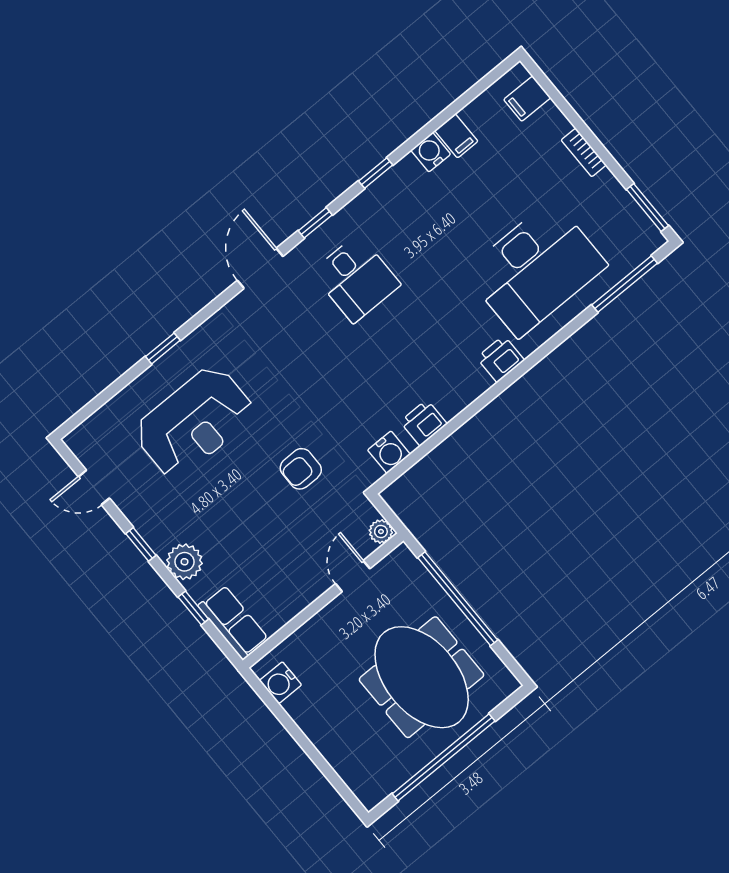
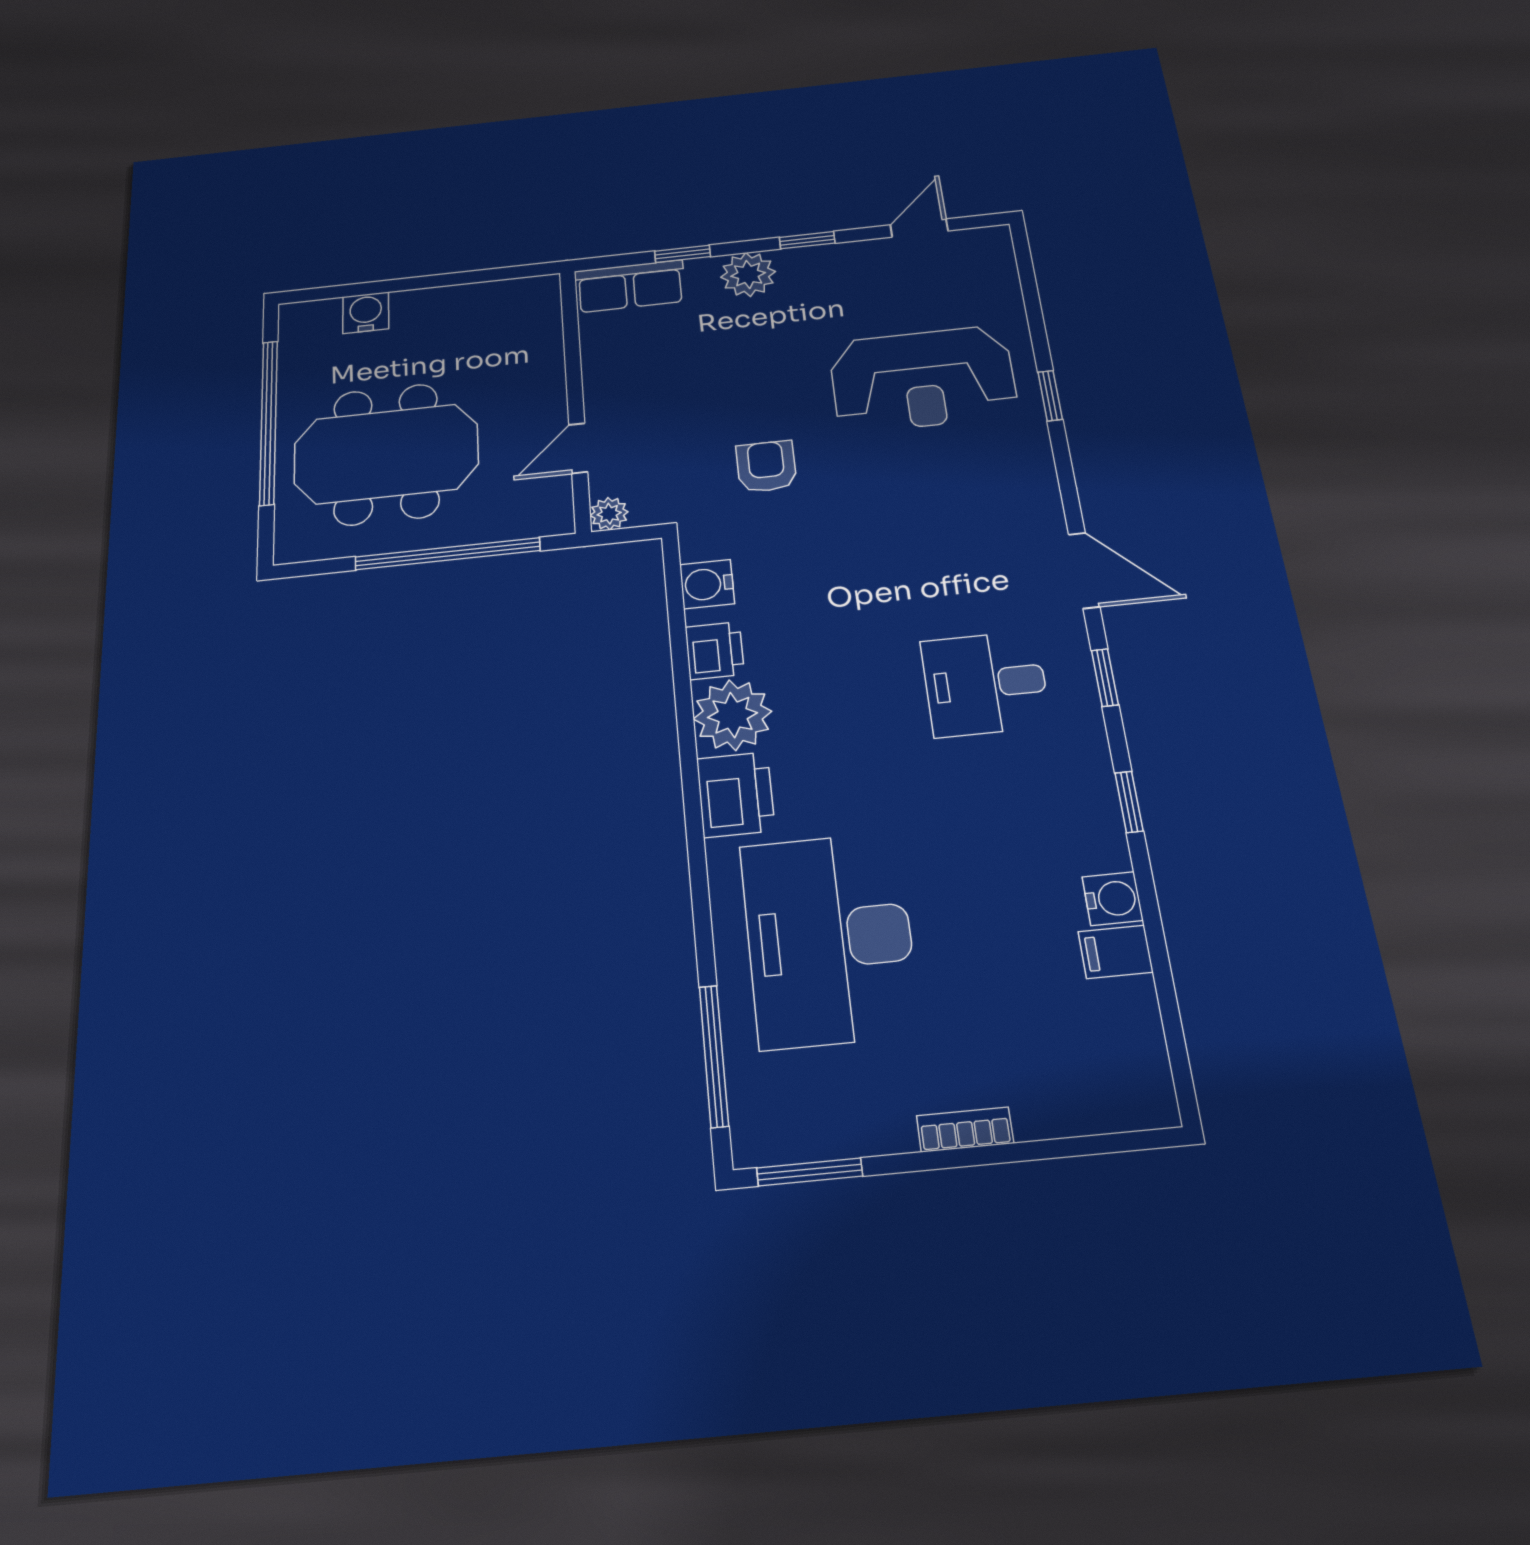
filing cabinet: (527, 99) -> (1110, 1098), removed
printer: (501, 359) -> (736, 795), width x1.36, depth x1.24
plant: (453, 390) -> (733, 715), added
reception desk: (194, 422) -> (923, 379), turned -90
door: (353, 576) -> (578, 448), swing flipped
water cooler: (280, 683) -> (366, 313), moved

